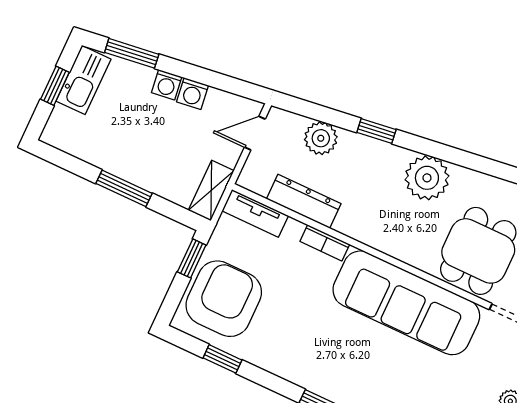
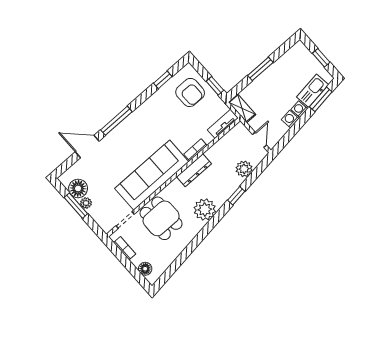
kitchen sink: (83, 80) -> (313, 91), moved, turned 83
dresser: (304, 201) -> (194, 170), moved
armchair: (224, 299) -> (190, 92), width x0.73, depth x0.73

